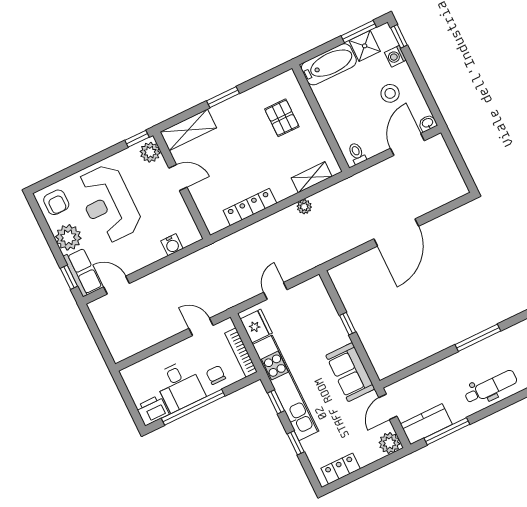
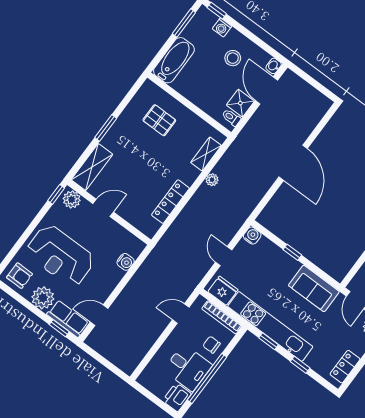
shower: (365, 46) -> (240, 103), moved
water cooler: (315, 285) -> (252, 236), added

